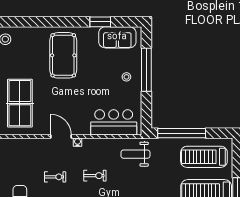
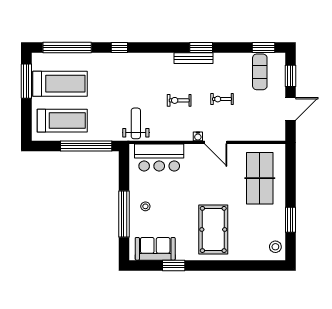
weight bench: (135, 154) -> (136, 123), turned -90

